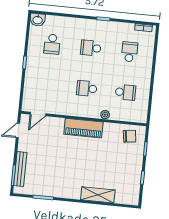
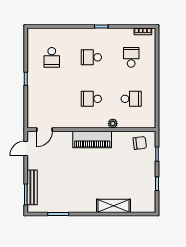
washbasin: (38, 20) -> (35, 34), removed

